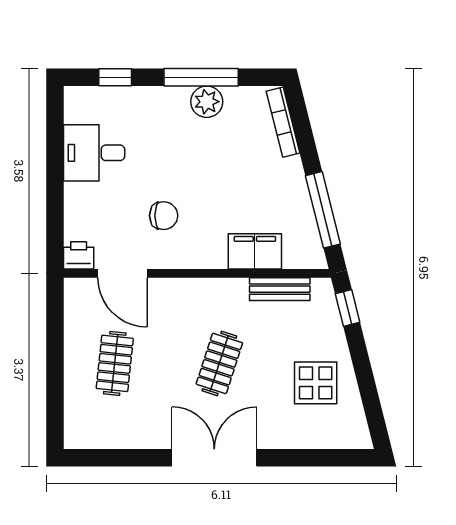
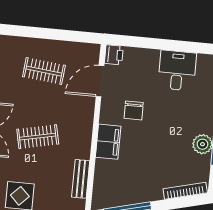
filing cabinet: (255, 251) -> (108, 142), moved
clothes rail: (219, 363) -> (38, 137), turned -30

